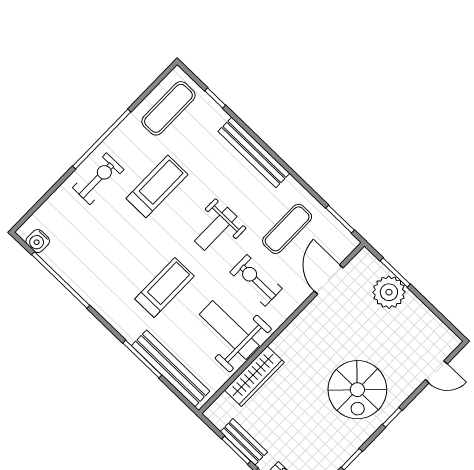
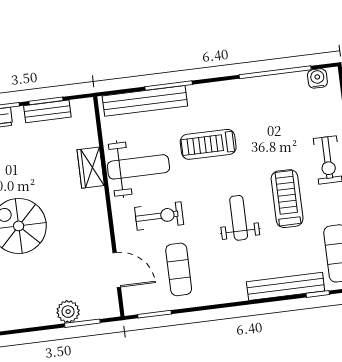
bench: (254, 152) -> (286, 286), moved
treadmill: (157, 186) -> (287, 199), turned 180
weight bench: (216, 229) -> (239, 218), moved
treadmill: (164, 287) -> (208, 144), turned 90
plant: (389, 292) -> (68, 312), width x0.73, depth x0.73
wardrobe: (254, 376) -> (91, 168), width x0.67

